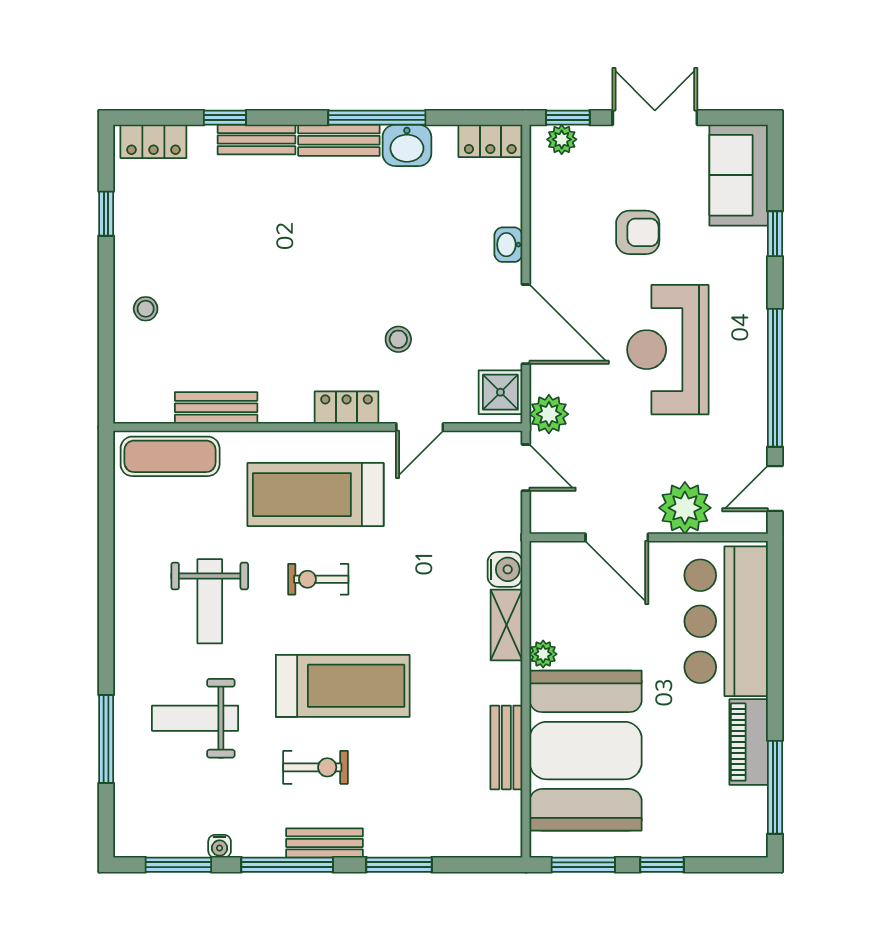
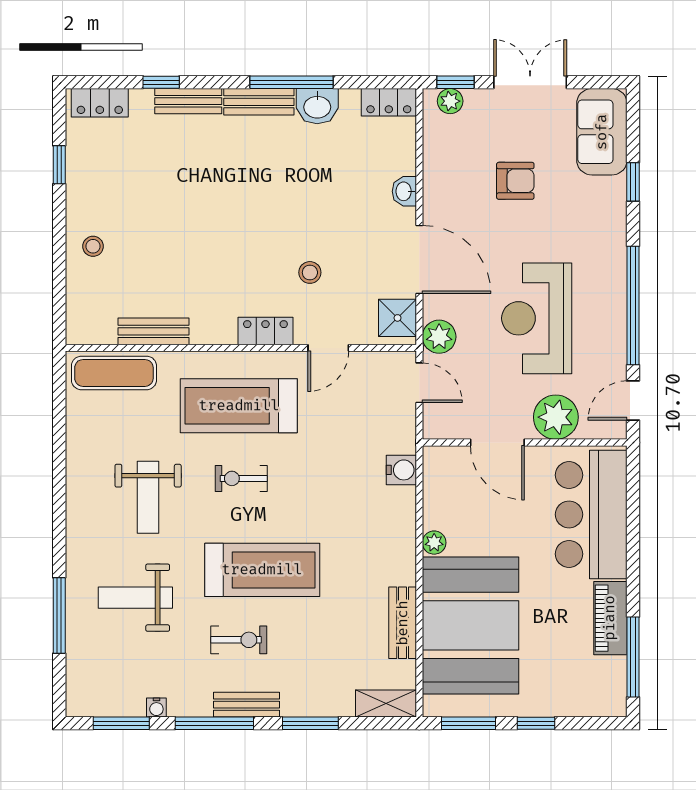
reception desk: (668, 350) -> (537, 318), moved
shelving: (506, 625) -> (386, 704), moved, turned 90

